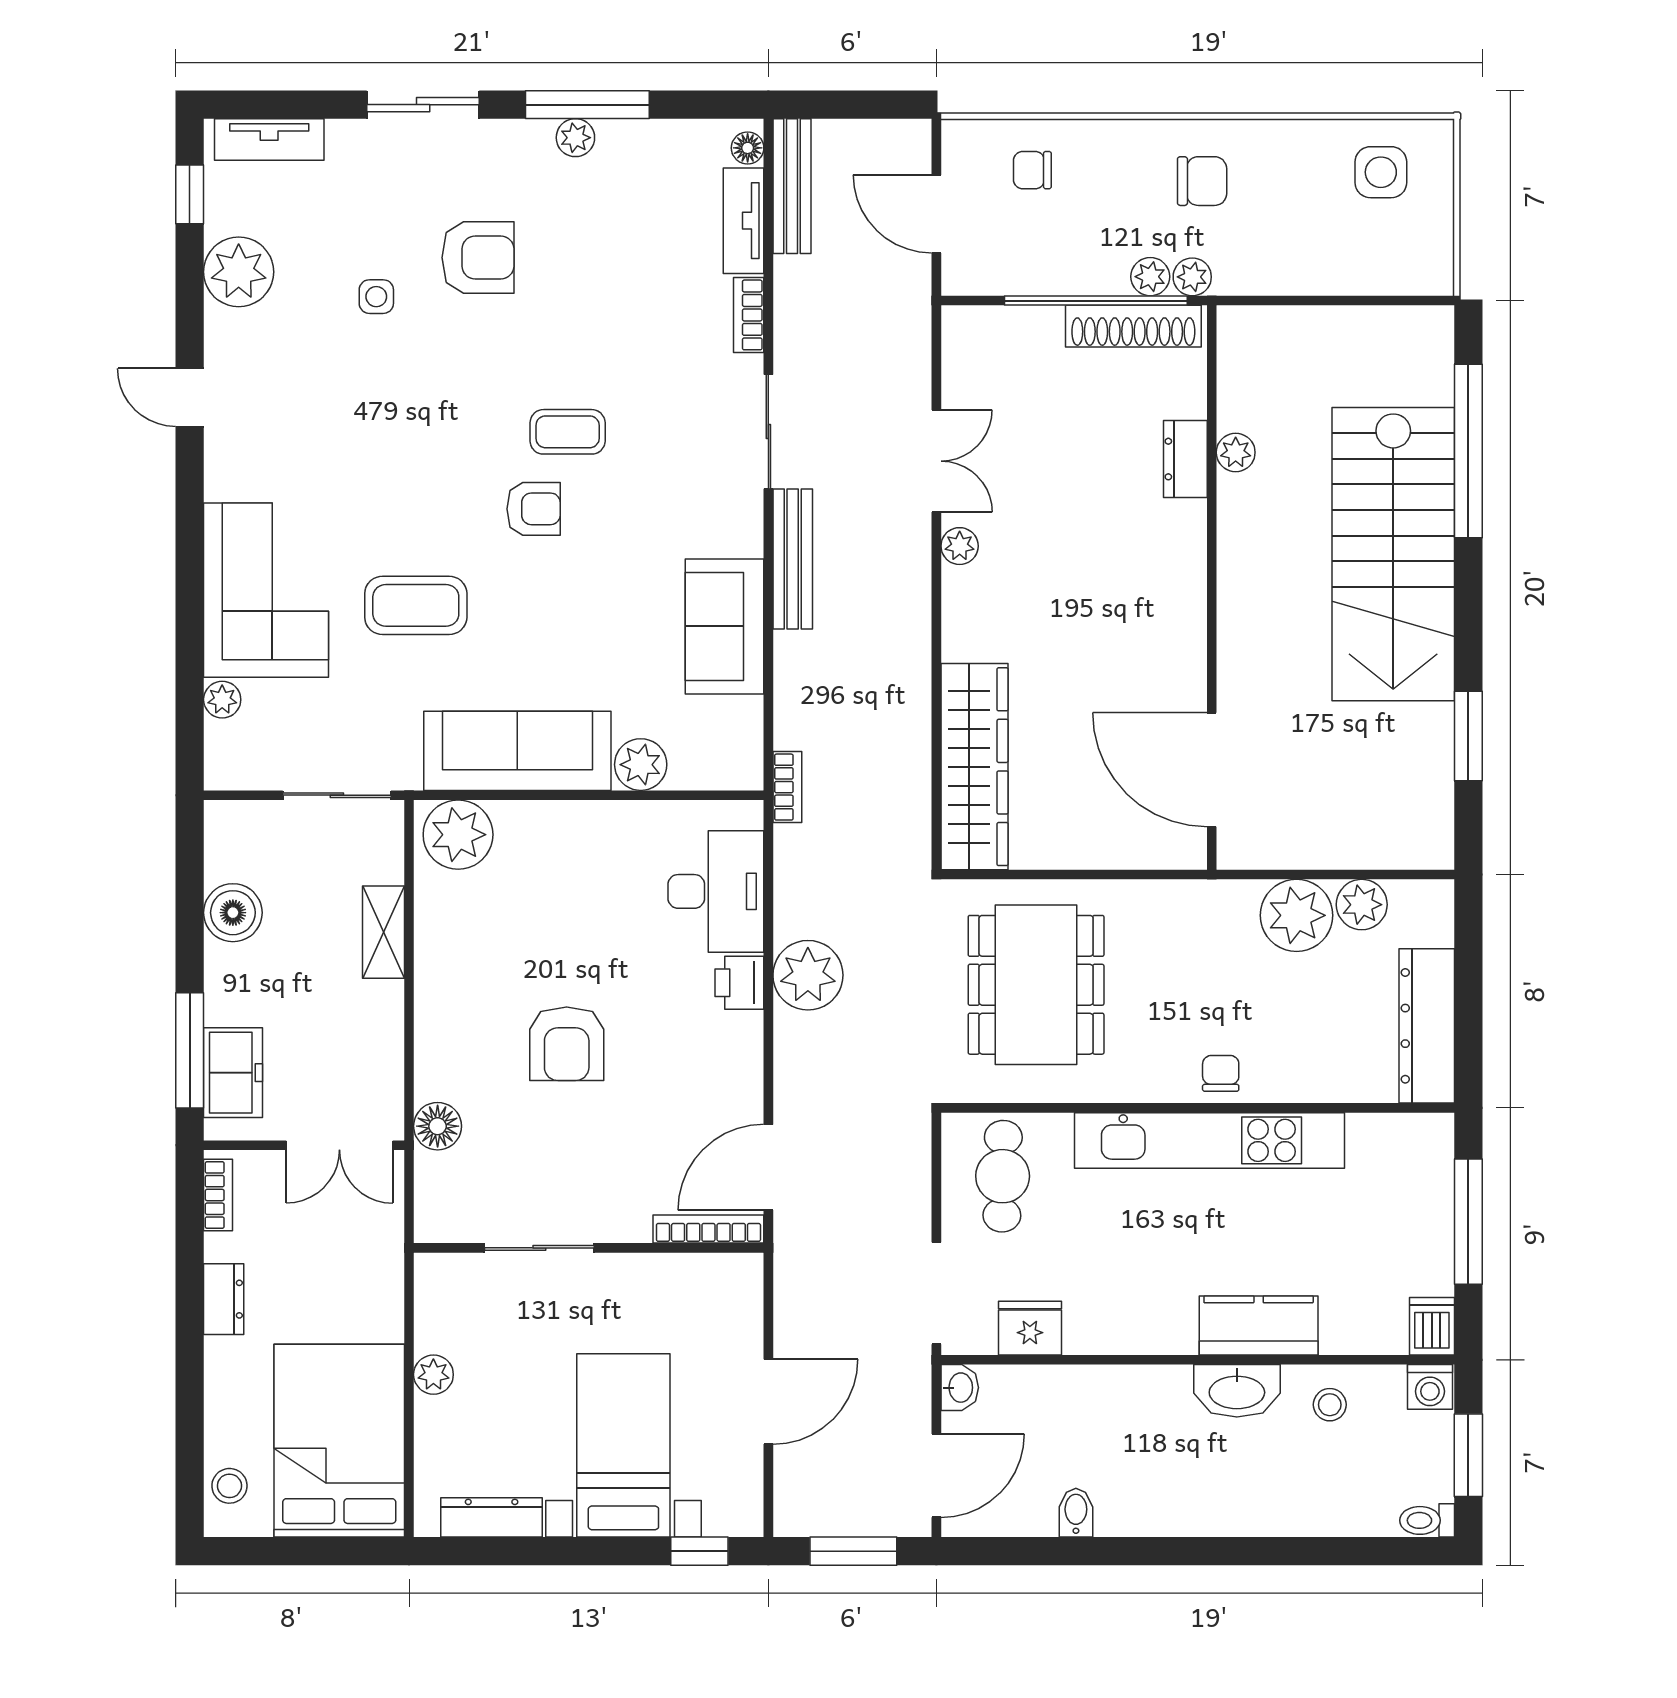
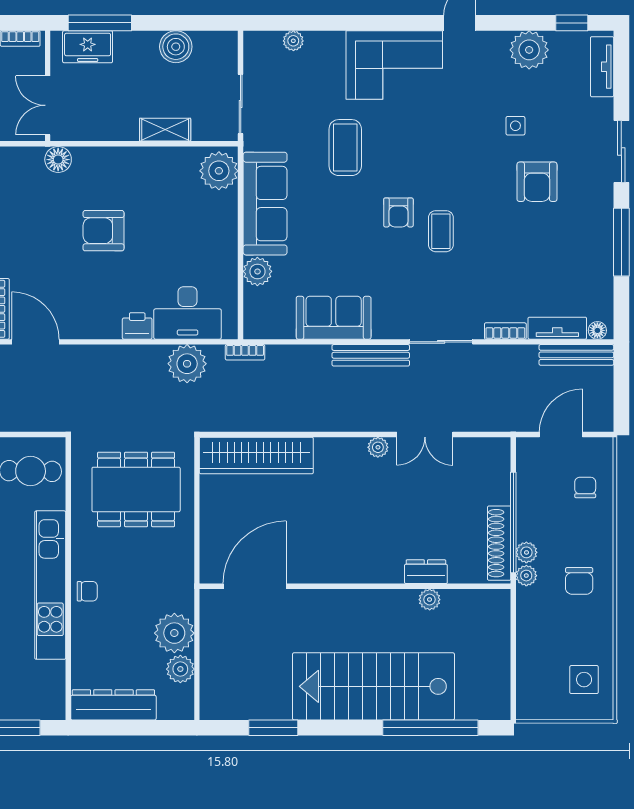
plant: (575, 138) -> (603, 236), removed
corner sofa: (266, 590) -> (394, 65), moved
plant: (808, 975) -> (187, 364), moved

